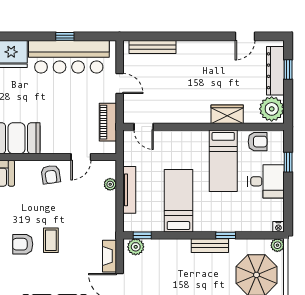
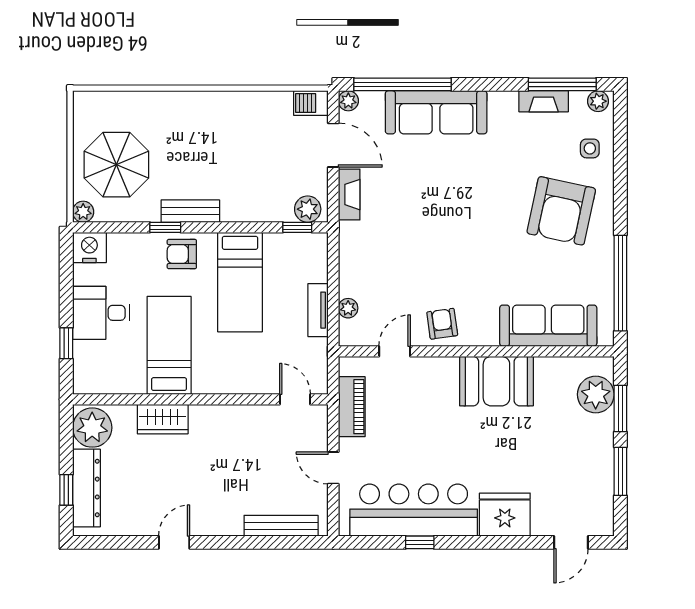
door: (245, 36) -> (174, 542), moved
armchair: (258, 142) -> (182, 254), moved
tv unit: (129, 190) -> (318, 310), width x0.71
nightstand: (278, 227) -> (89, 248), width x1.89, depth x1.79
coffee table: (51, 240) -> (442, 220), removed
armchair: (23, 244) -> (487, 213), removed

